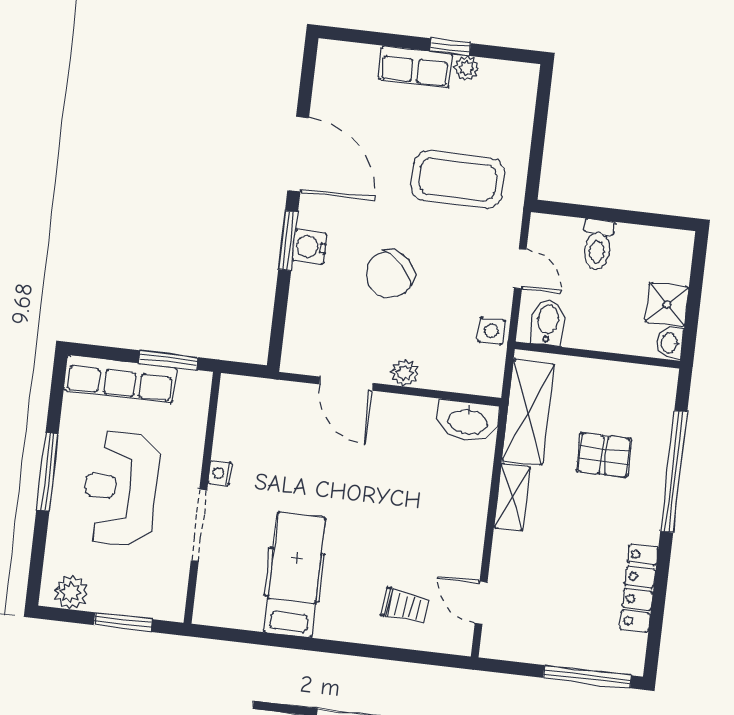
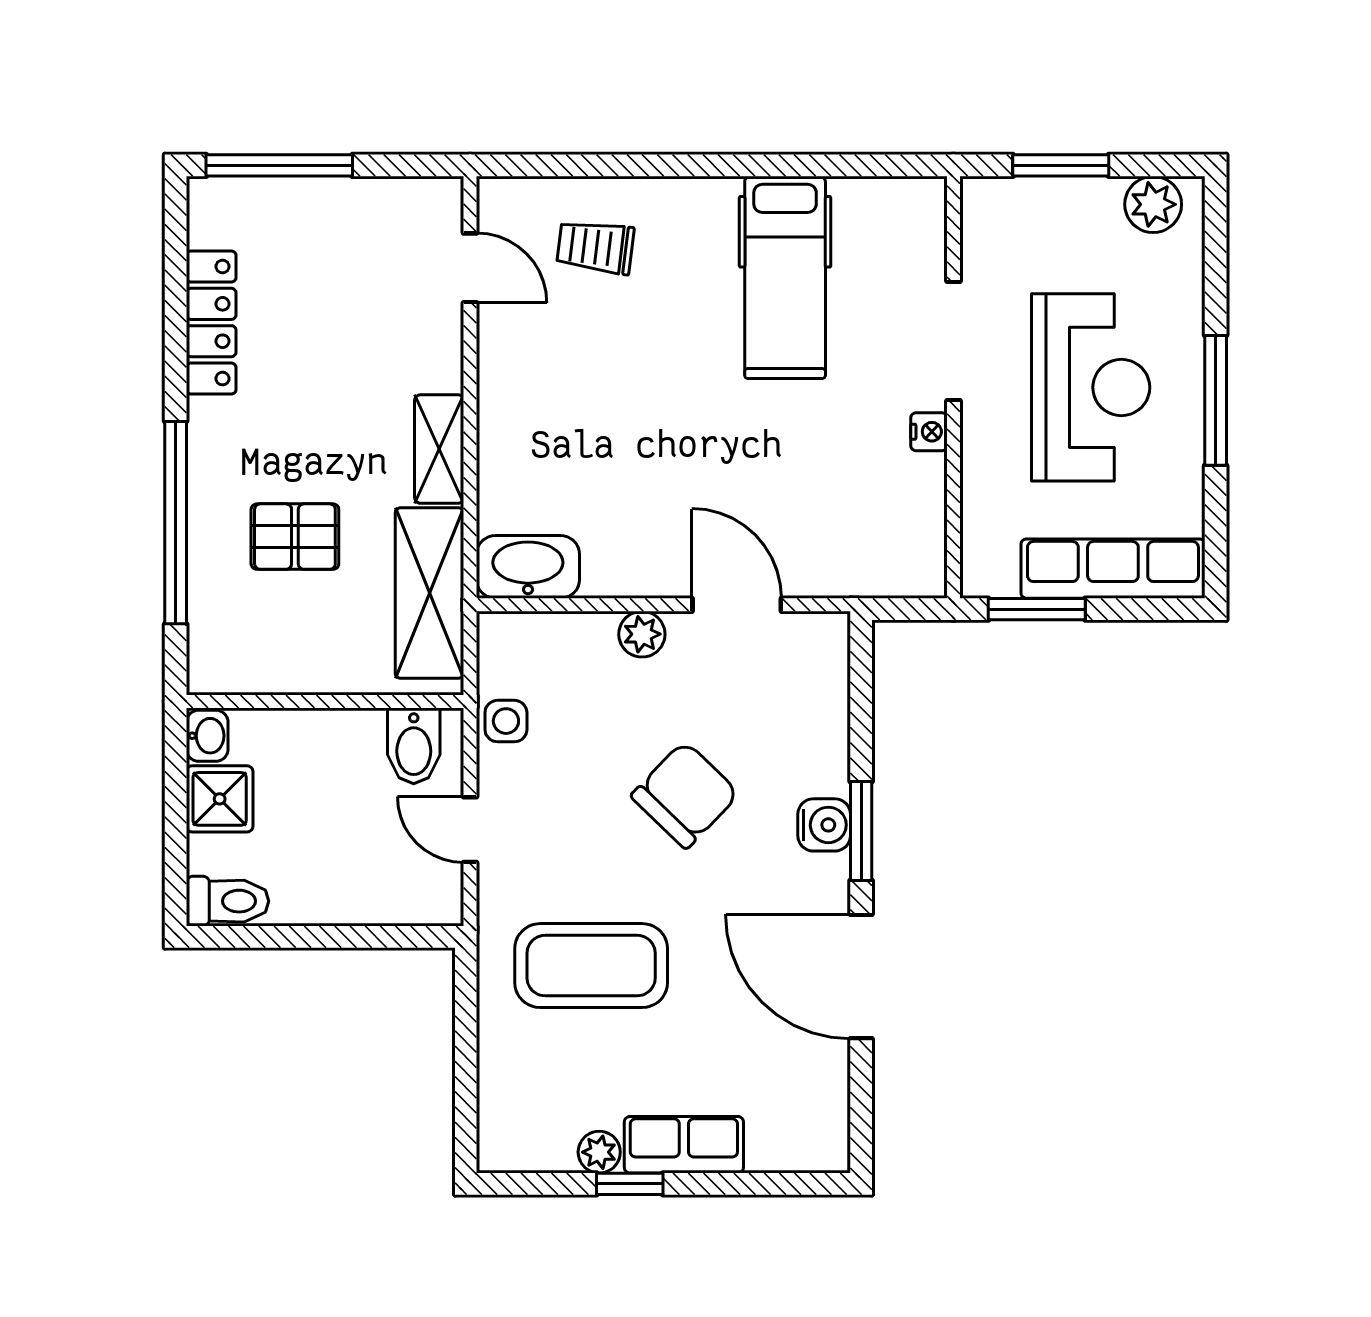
toilet: (598, 245) -> (228, 901), moved, turned 90

